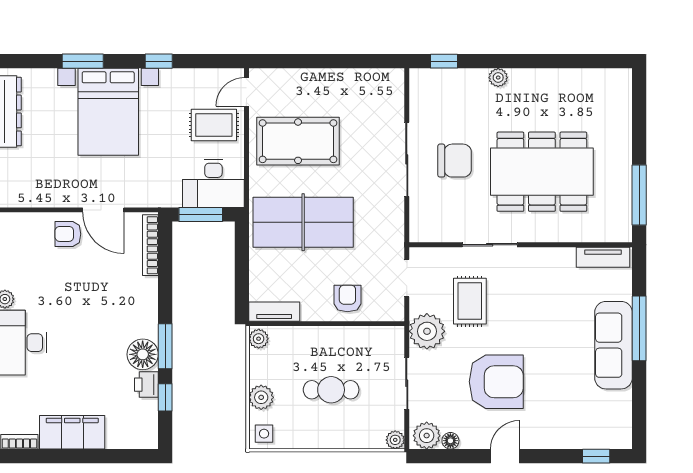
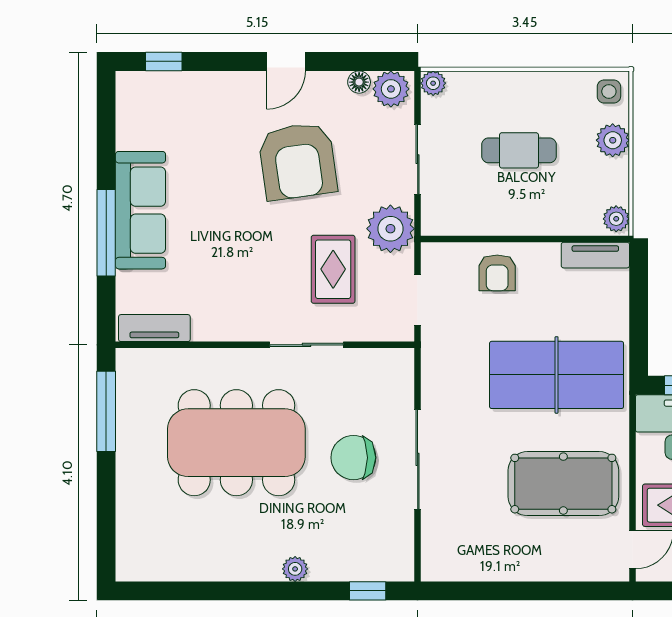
armchair: (496, 382) -> (298, 161), turned -98

